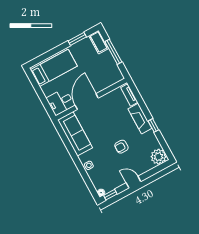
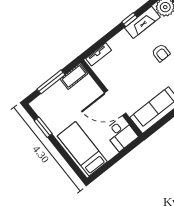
cot: (99, 42) -> (74, 76), moved
fireplace: (140, 119) -> (142, 22), moved

